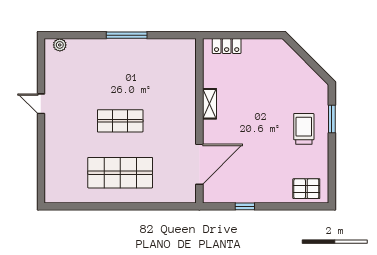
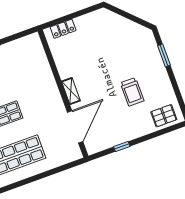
shelving: (210, 104) -> (71, 91), moved
trolley: (304, 129) -> (132, 92), moved, turned 180

